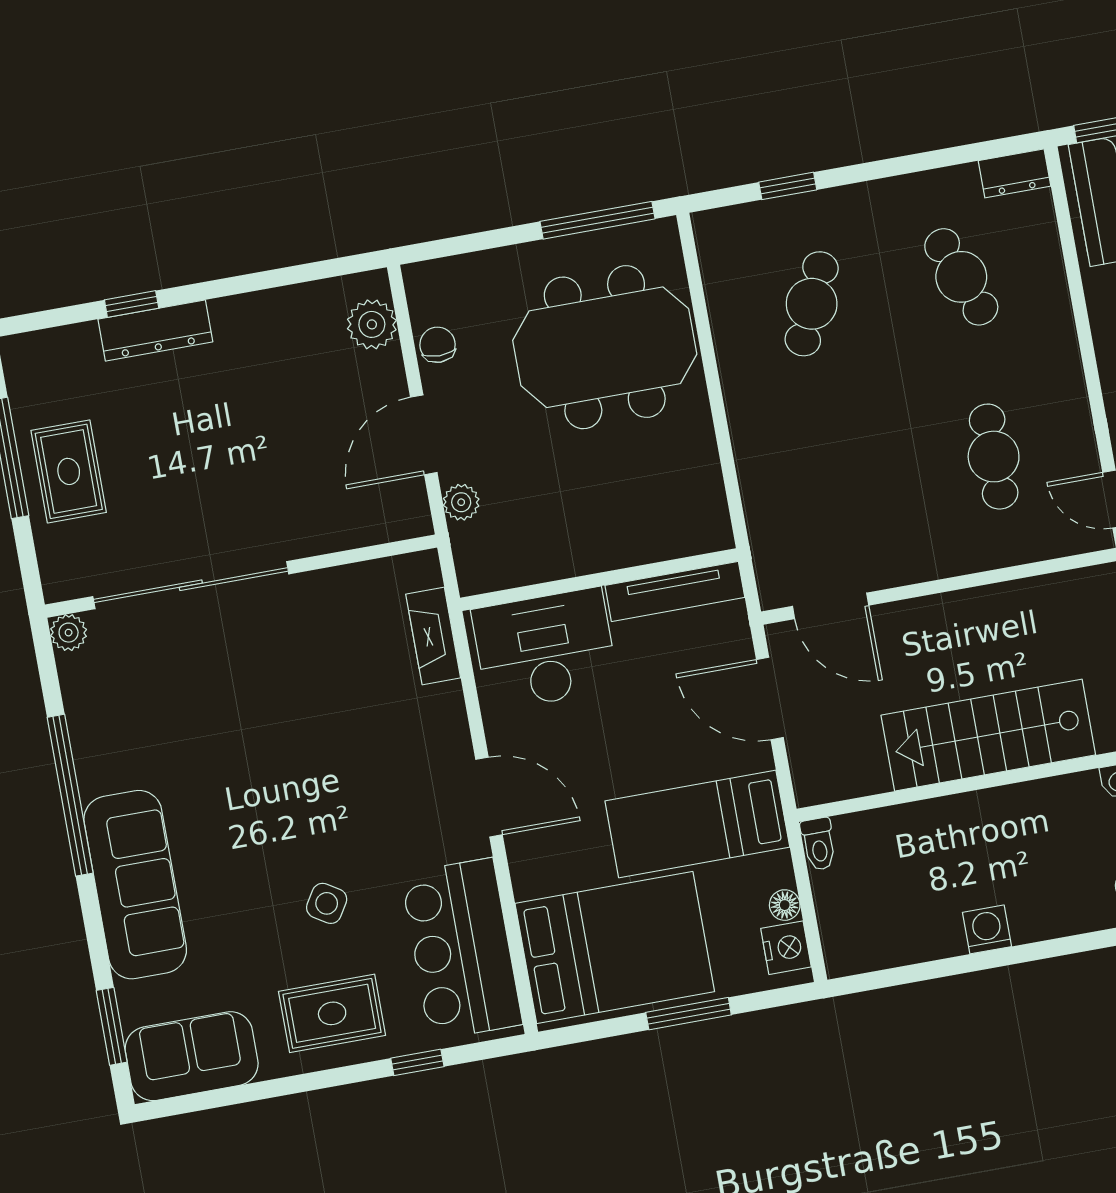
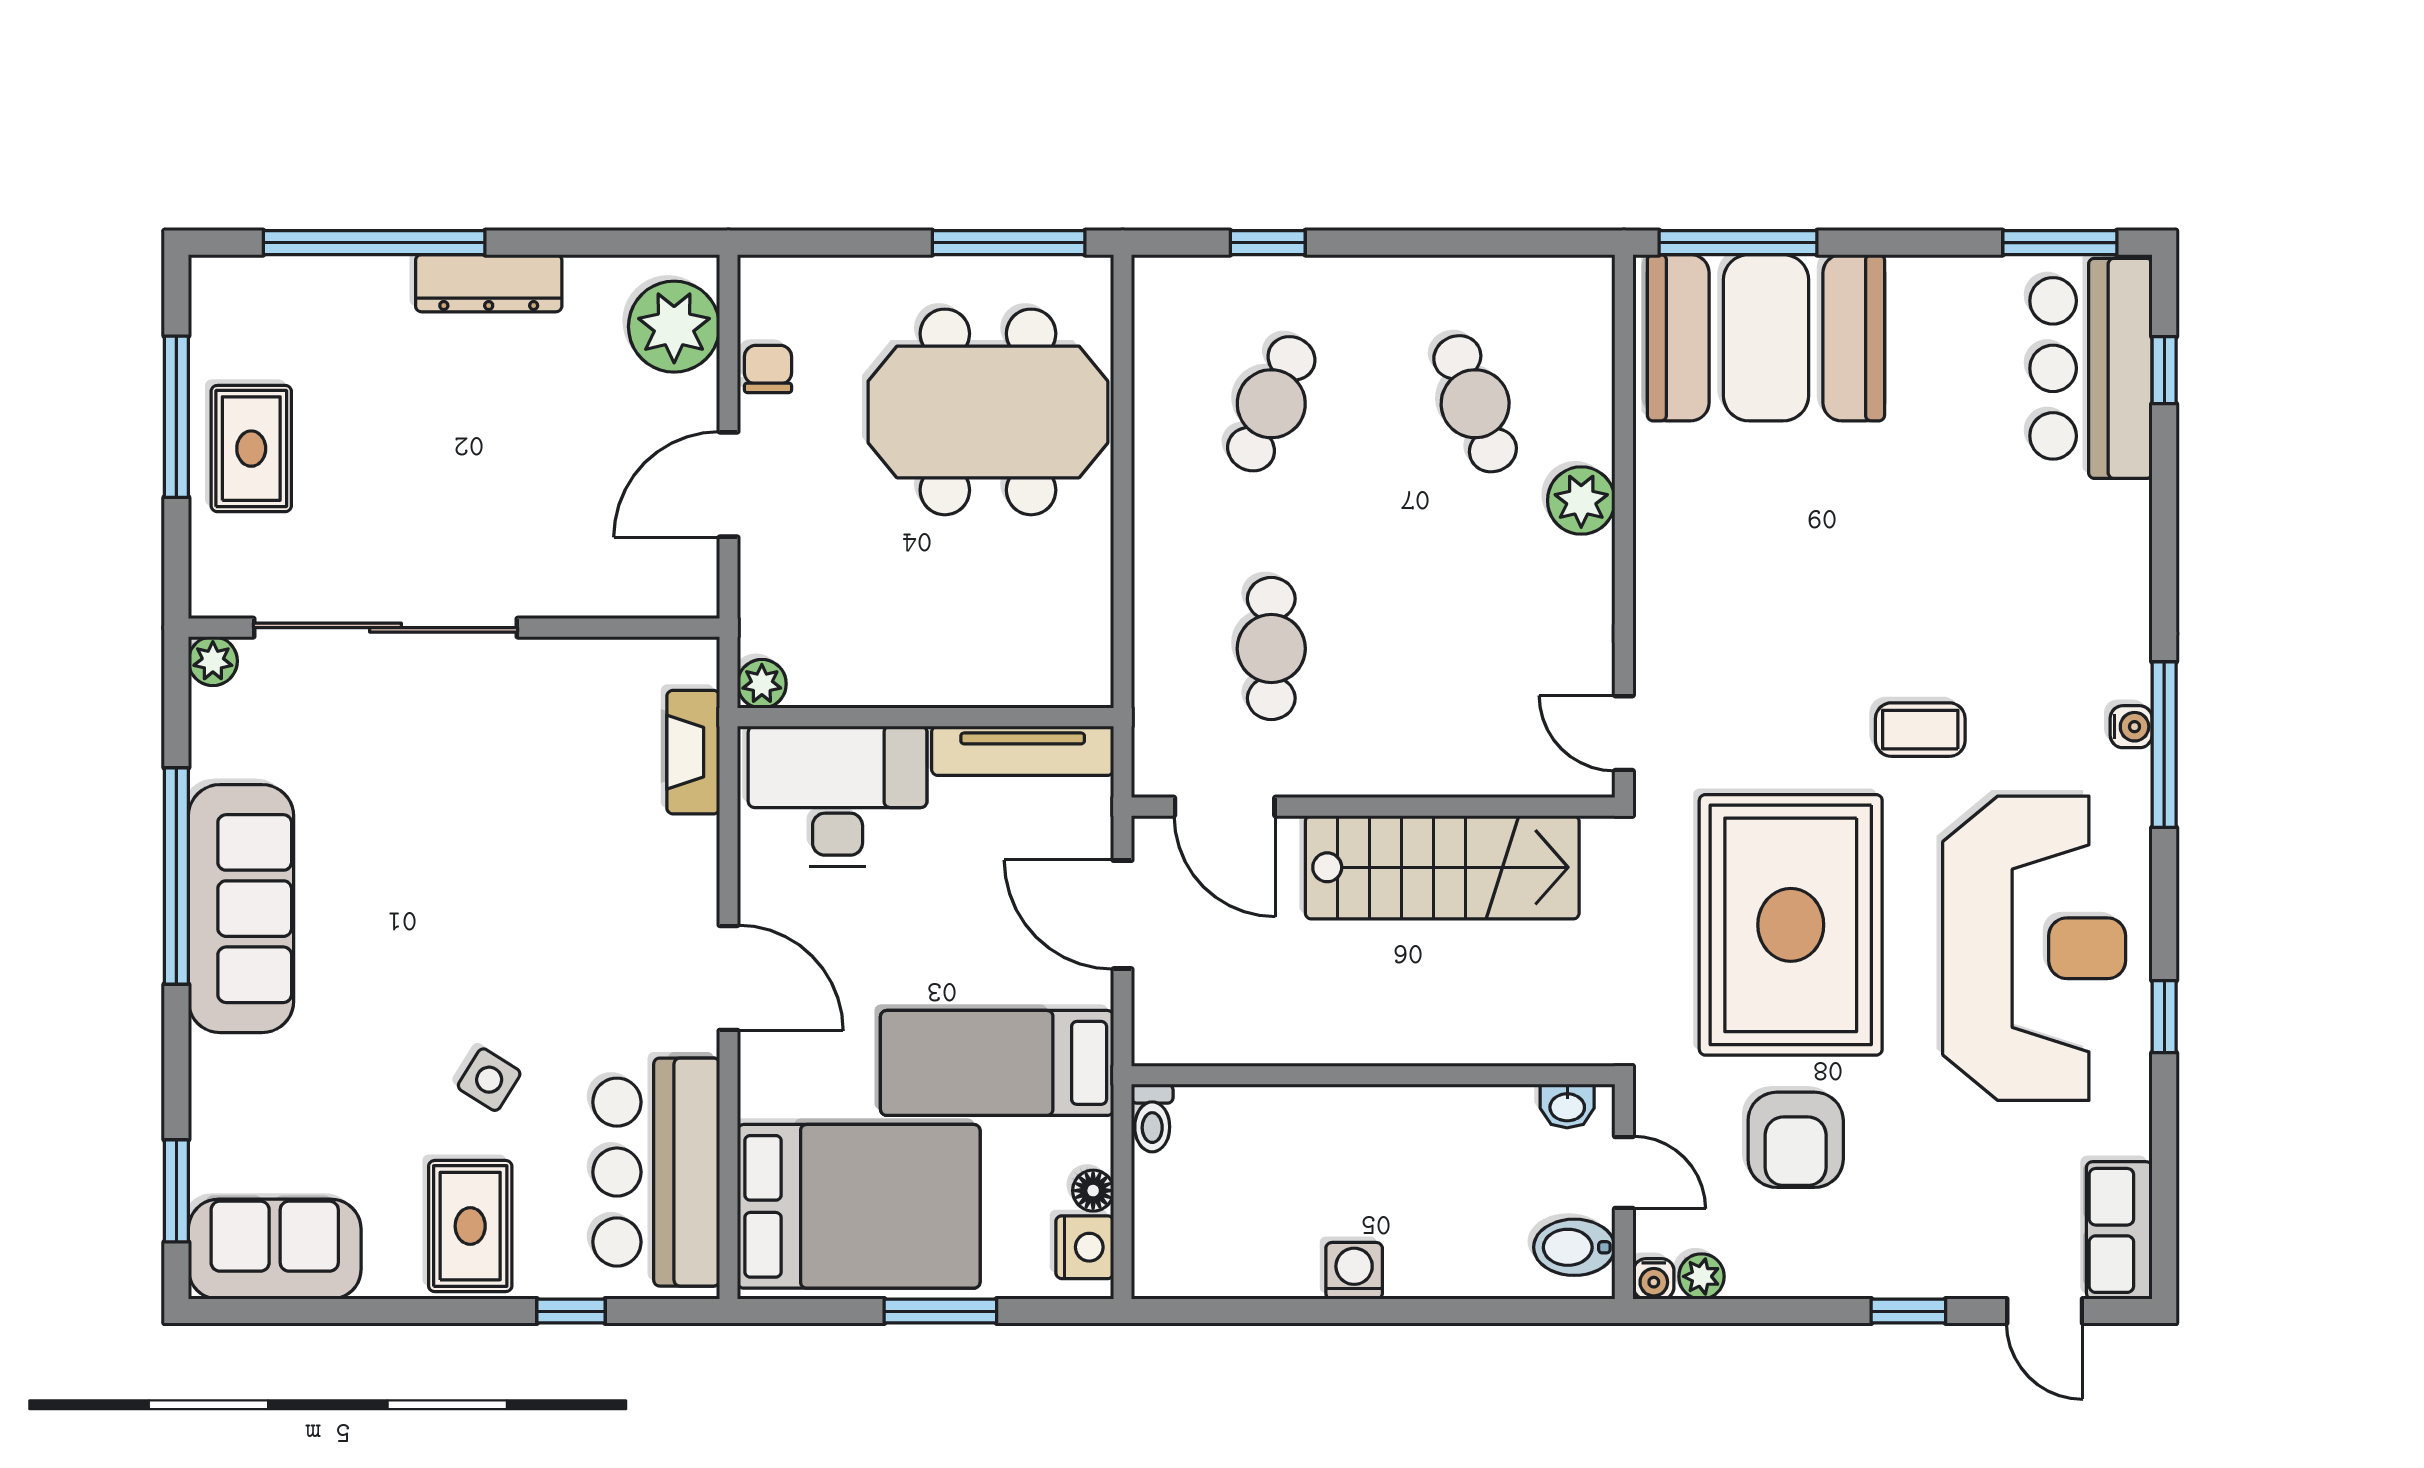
dresser: (1015, 173) -> (1570, 280), removed
window: (132, 304) -> (374, 243), width x3.17
plant: (372, 324) -> (674, 327), width x1.36, depth x1.36
dresser: (155, 330) -> (489, 283), moved
plant: (1052, 334) -> (1581, 501), added
cafe table: (994, 457) -> (1271, 649), moved
plant: (461, 502) -> (762, 684), moved
stairs: (988, 735) -> (1442, 867), moved, turned 180
sofa: (135, 885) -> (241, 909), moved
rug: (332, 1013) -> (470, 1226), turned 90

